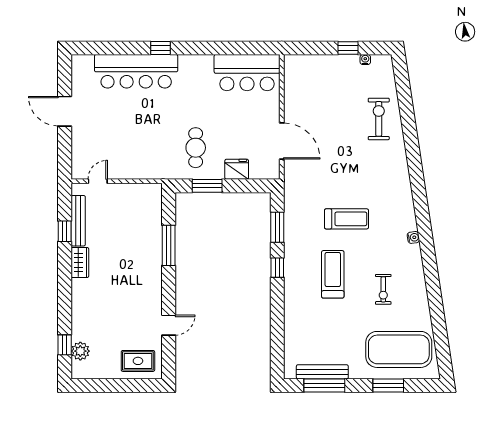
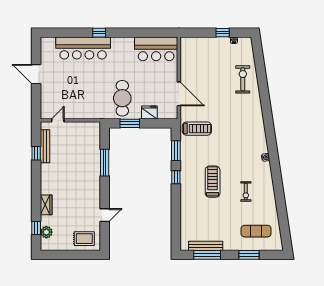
cafe table: (196, 148) -> (122, 98), width x1.37, depth x1.35
treadmill: (346, 219) -> (197, 129), moved
wardrobe: (80, 262) -> (46, 205), moved
exercise mat: (399, 349) -> (256, 231), width x0.50, depth x0.69

